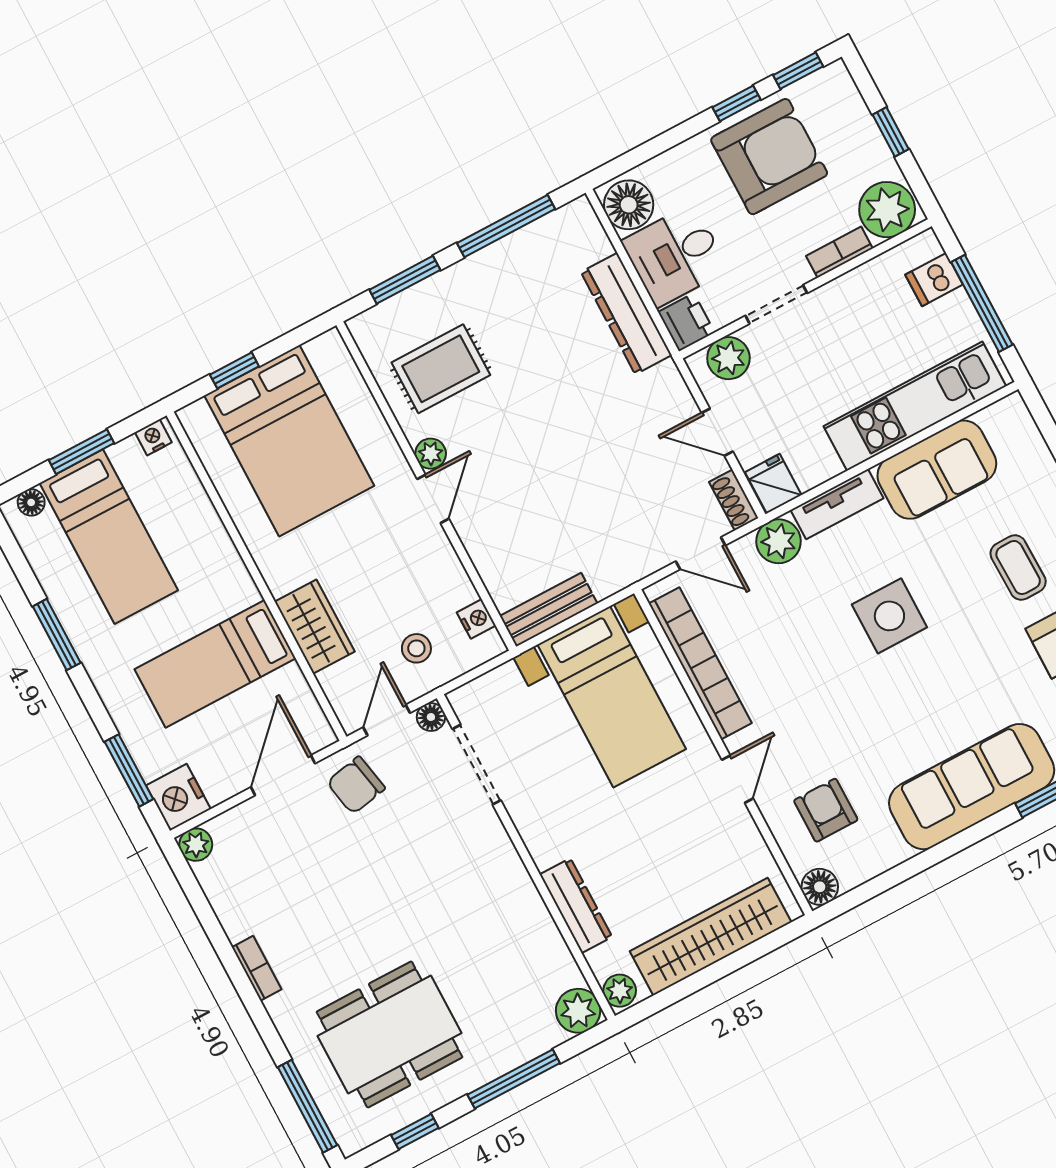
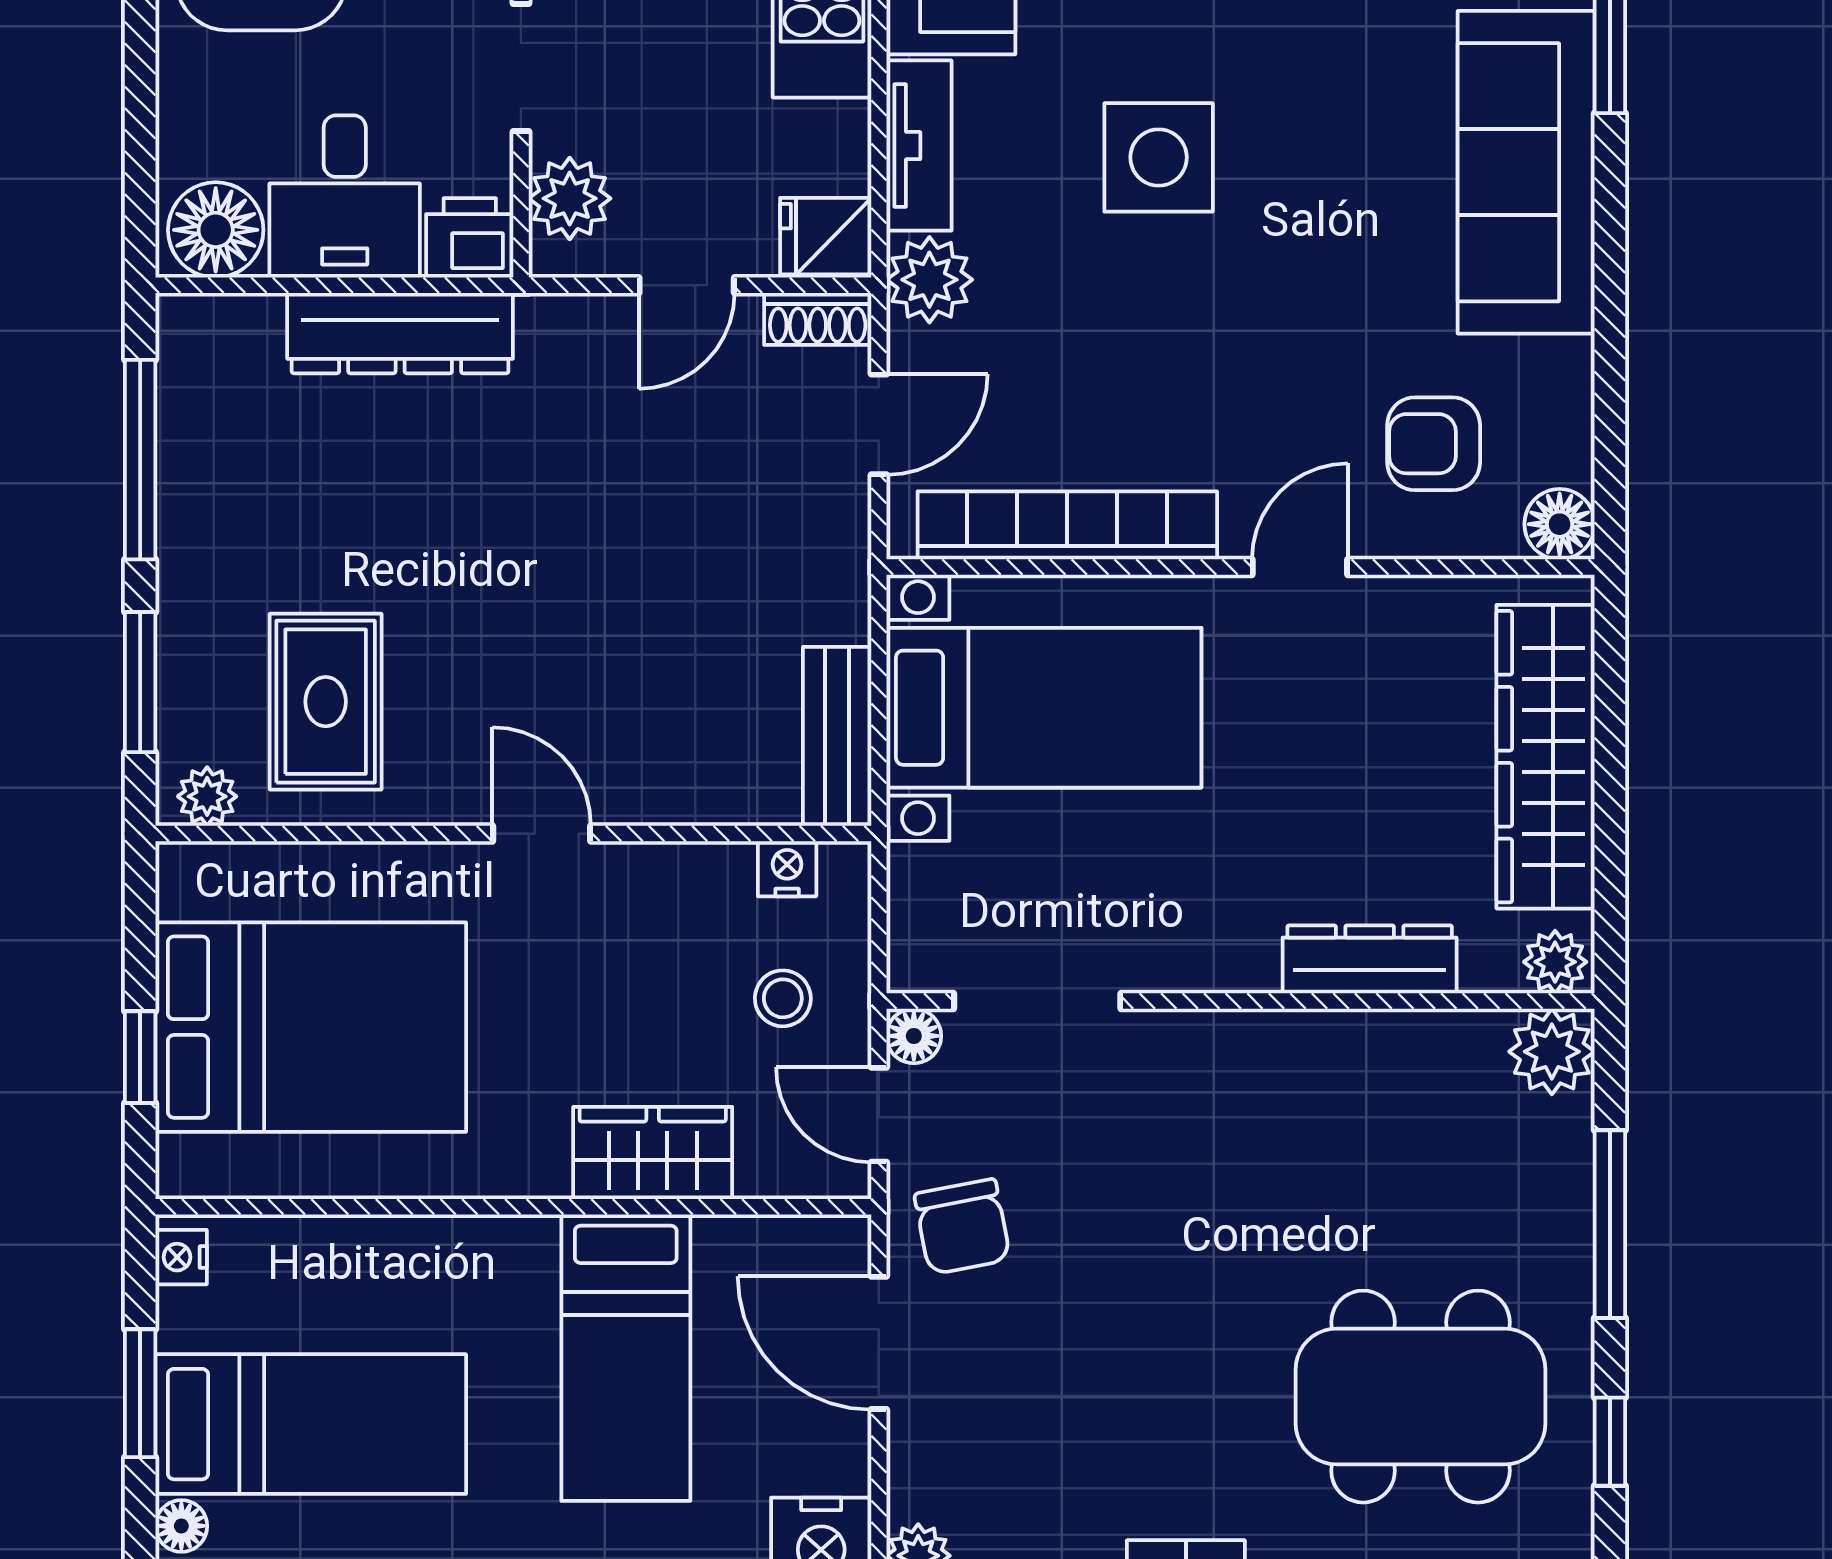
plant: (431, 454) -> (207, 796), moved
door: (737, 779) -> (1300, 567), hinge flipped
dining table: (390, 1034) -> (1421, 1397), turned 90

